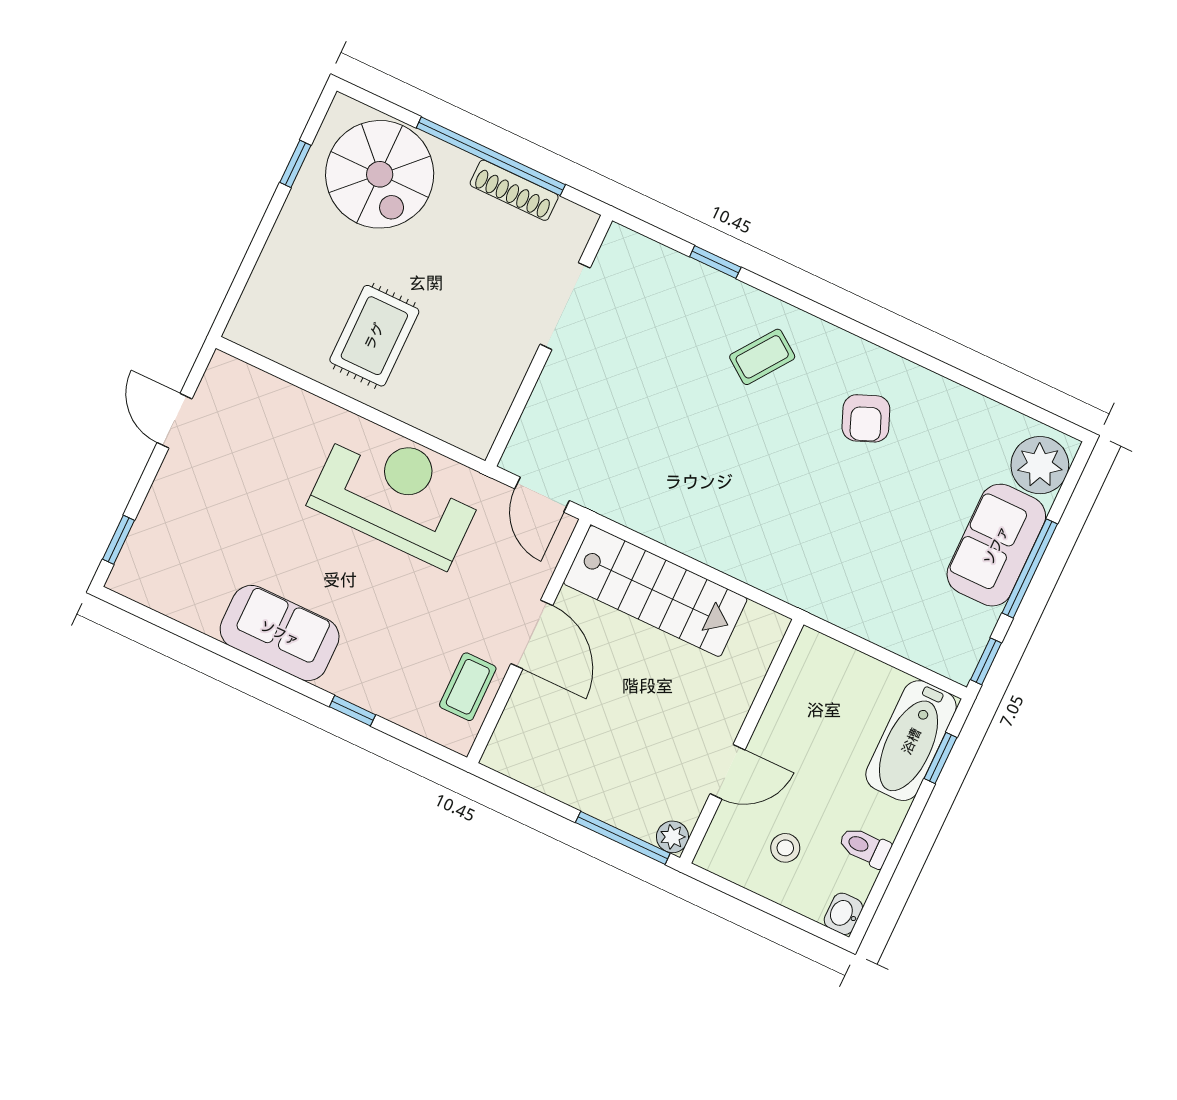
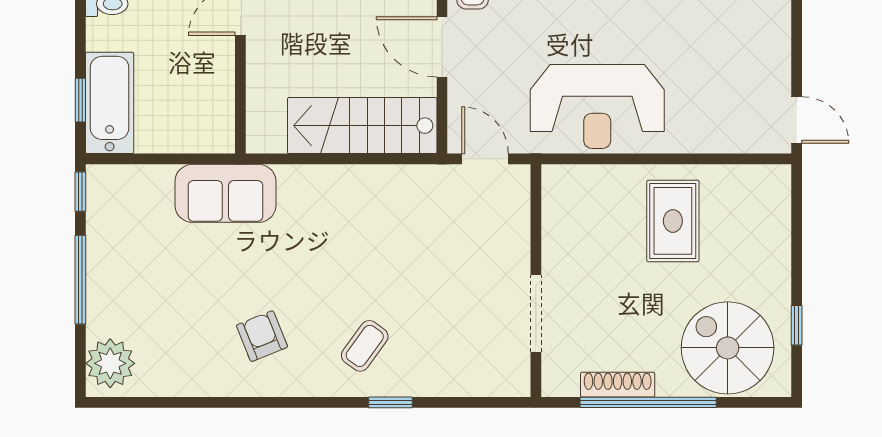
window: (715, 262) -> (391, 402), moved
door: (174, 421) -> (797, 120), moved
sofa: (996, 545) -> (225, 193), moved, turned 90

